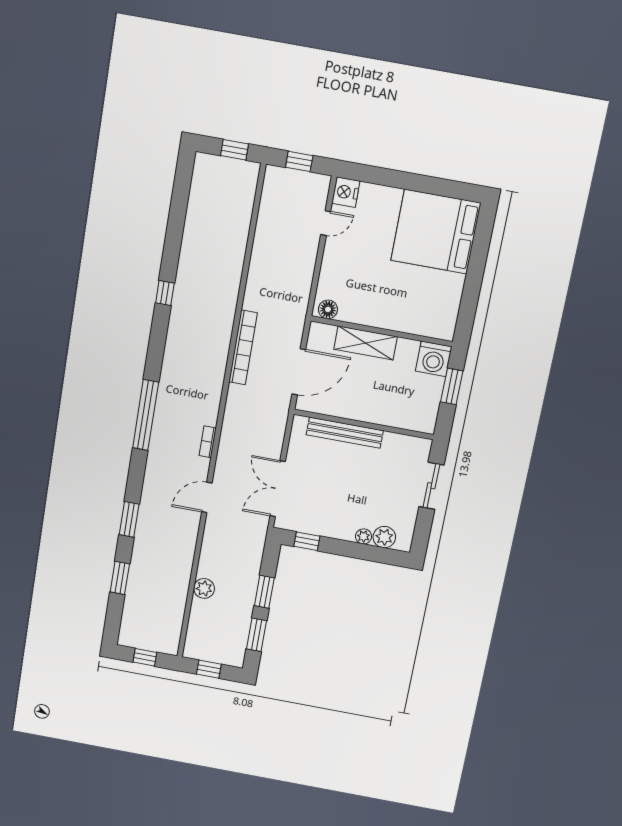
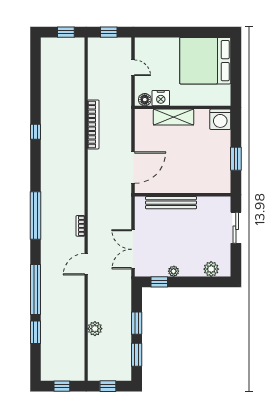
nightstand: (346, 192) -> (161, 98), moved, turned -90
door: (326, 223) -> (133, 68), hinge flipped
floor lamp: (328, 309) -> (145, 100), moved
wall: (382, 331) -> (183, 107), moved
shelving: (366, 343) -> (174, 117), moved
bookcase: (243, 347) -> (93, 124), moved
washing machine: (434, 359) -> (220, 119), moved
window: (129, 519) -> (36, 290), width x2.11
plant: (363, 536) -> (174, 271), moved

